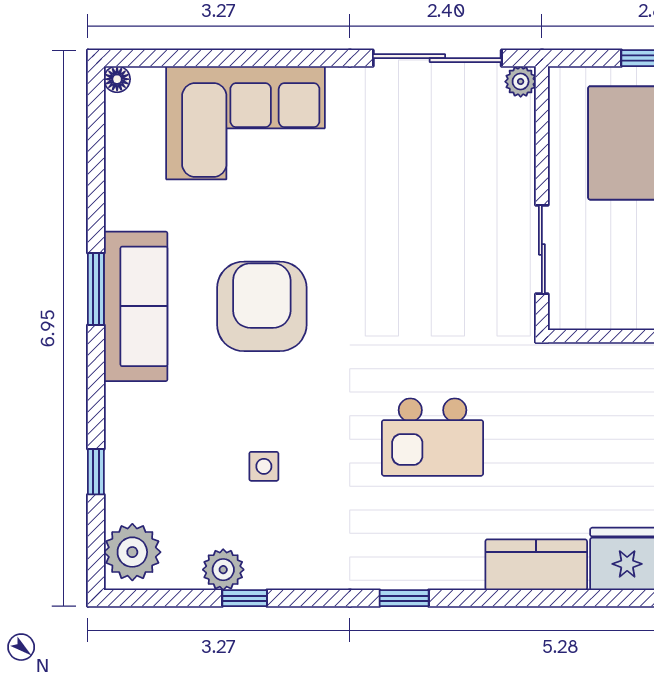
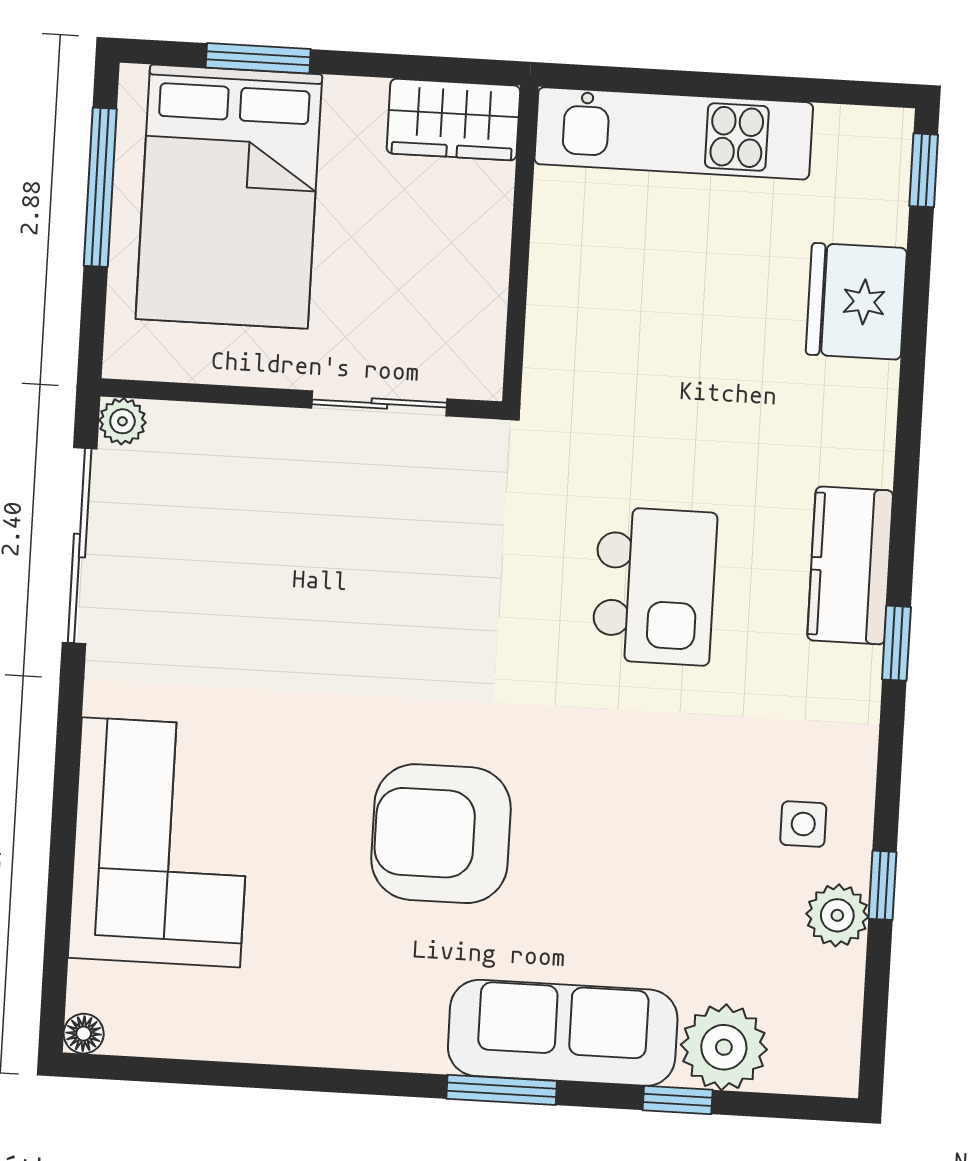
window: (96, 289) -> (502, 1090), moved
sofa: (136, 306) -> (563, 1033), moved
side table: (264, 466) -> (803, 824), moved
plant: (132, 552) -> (724, 1047), moved
kitchen counter: (536, 565) -> (850, 565), moved

